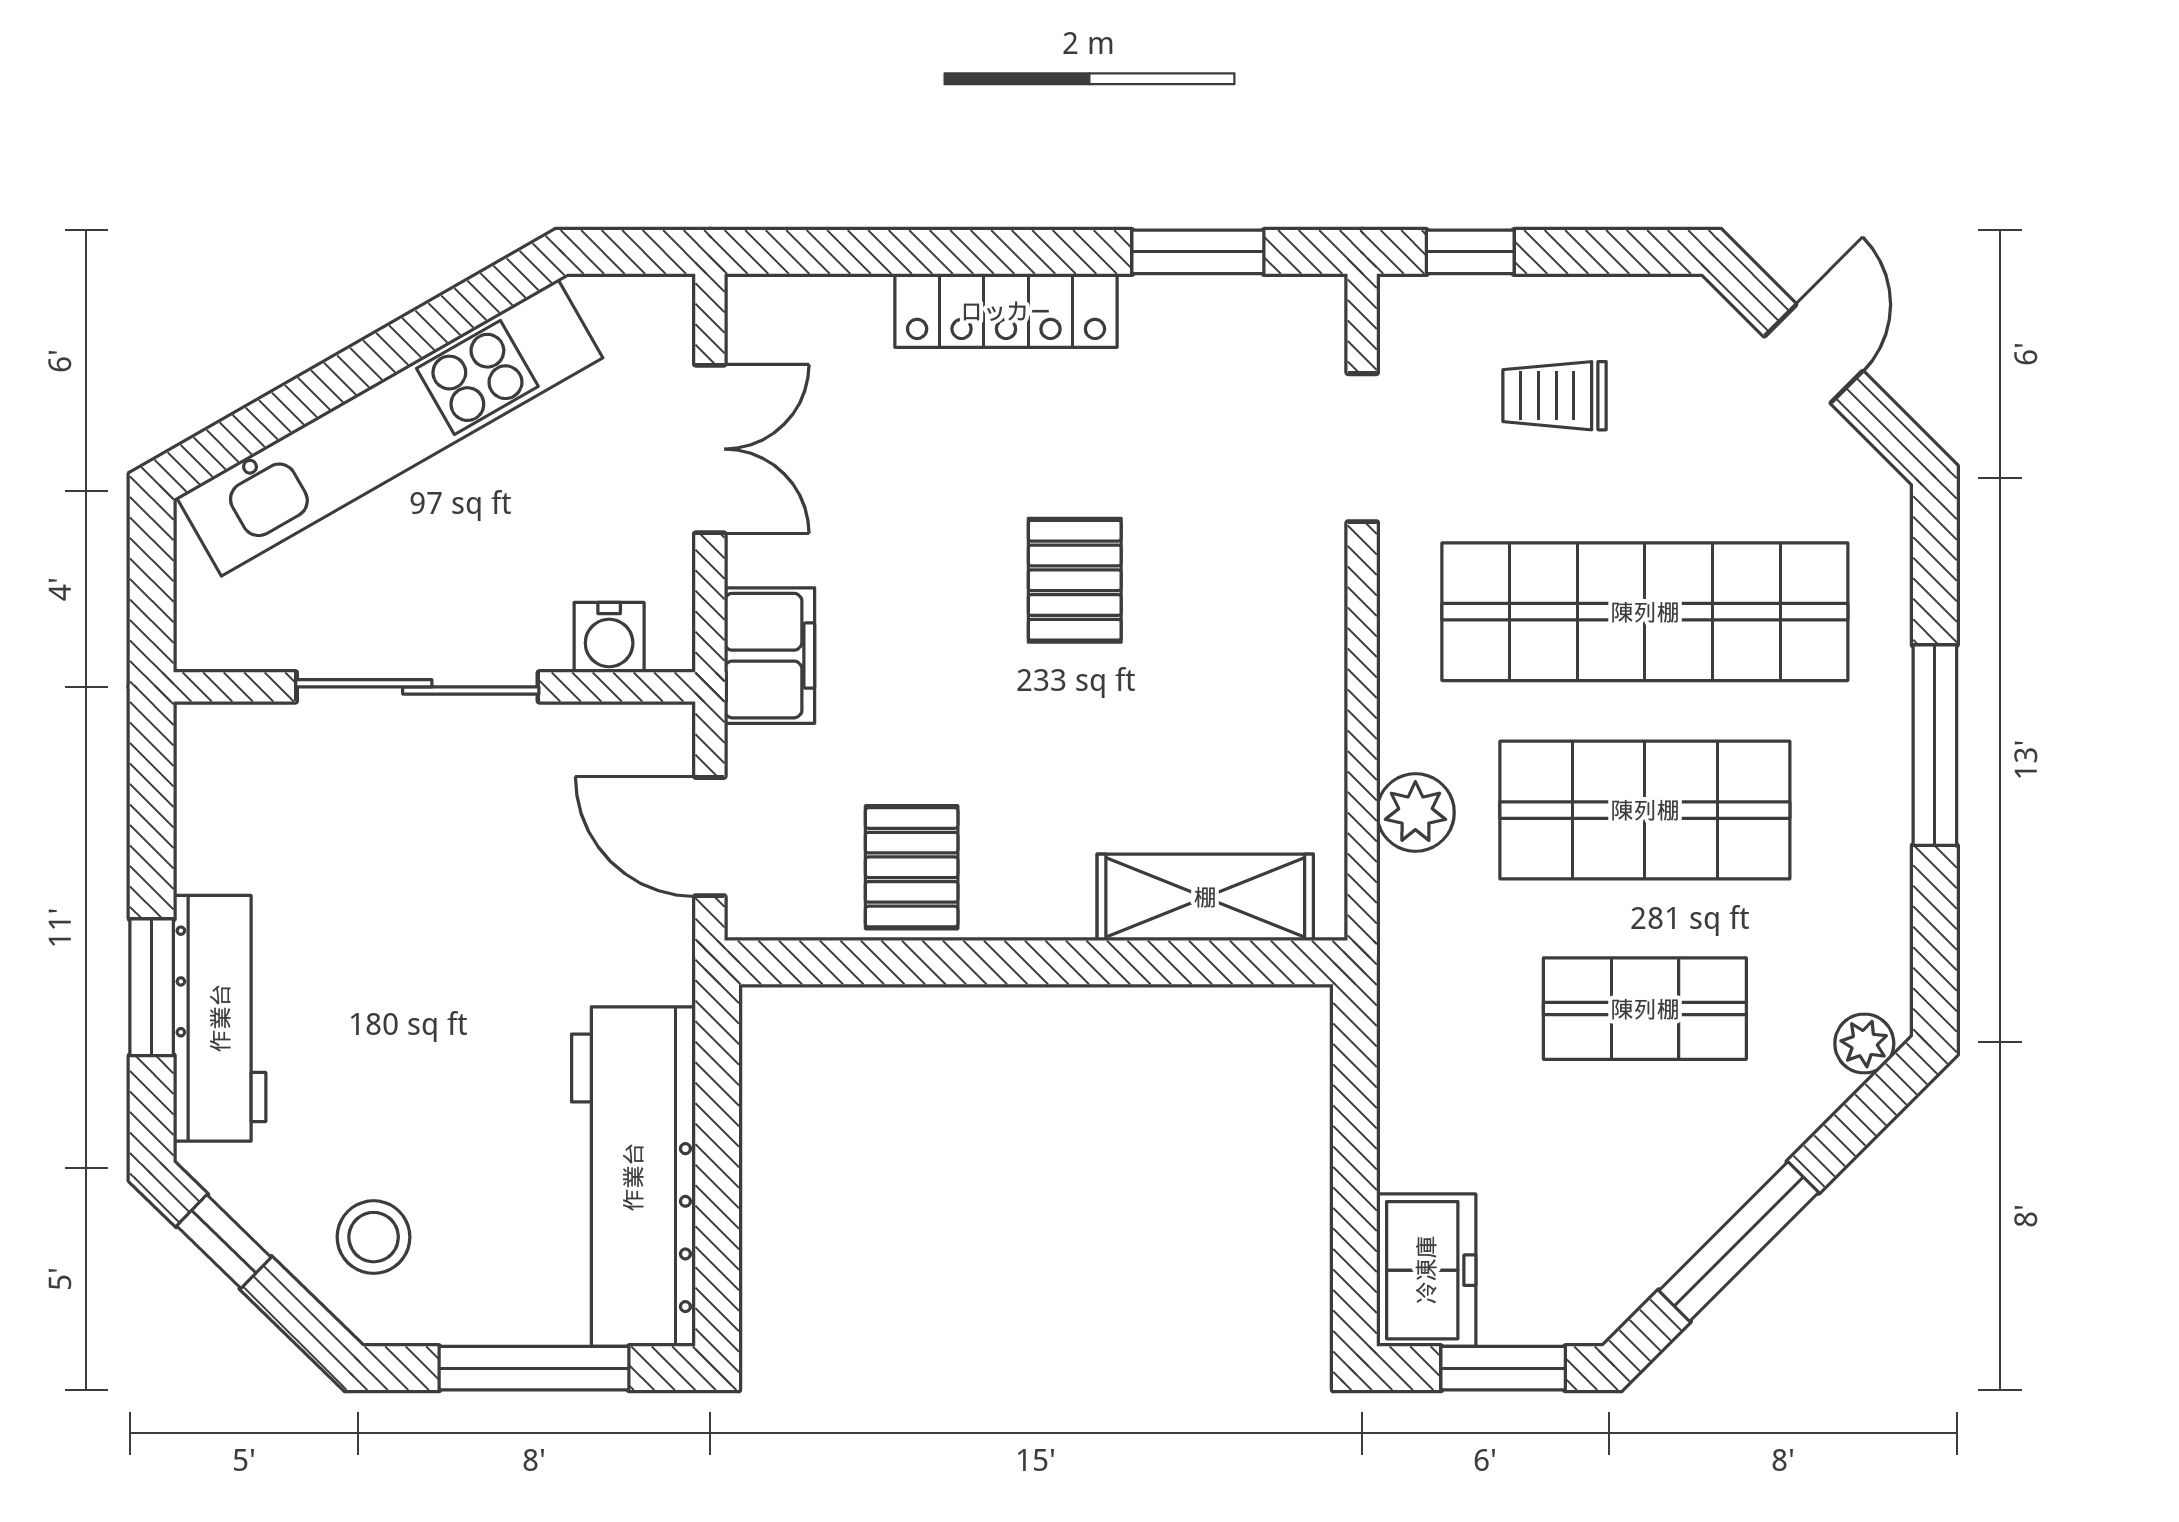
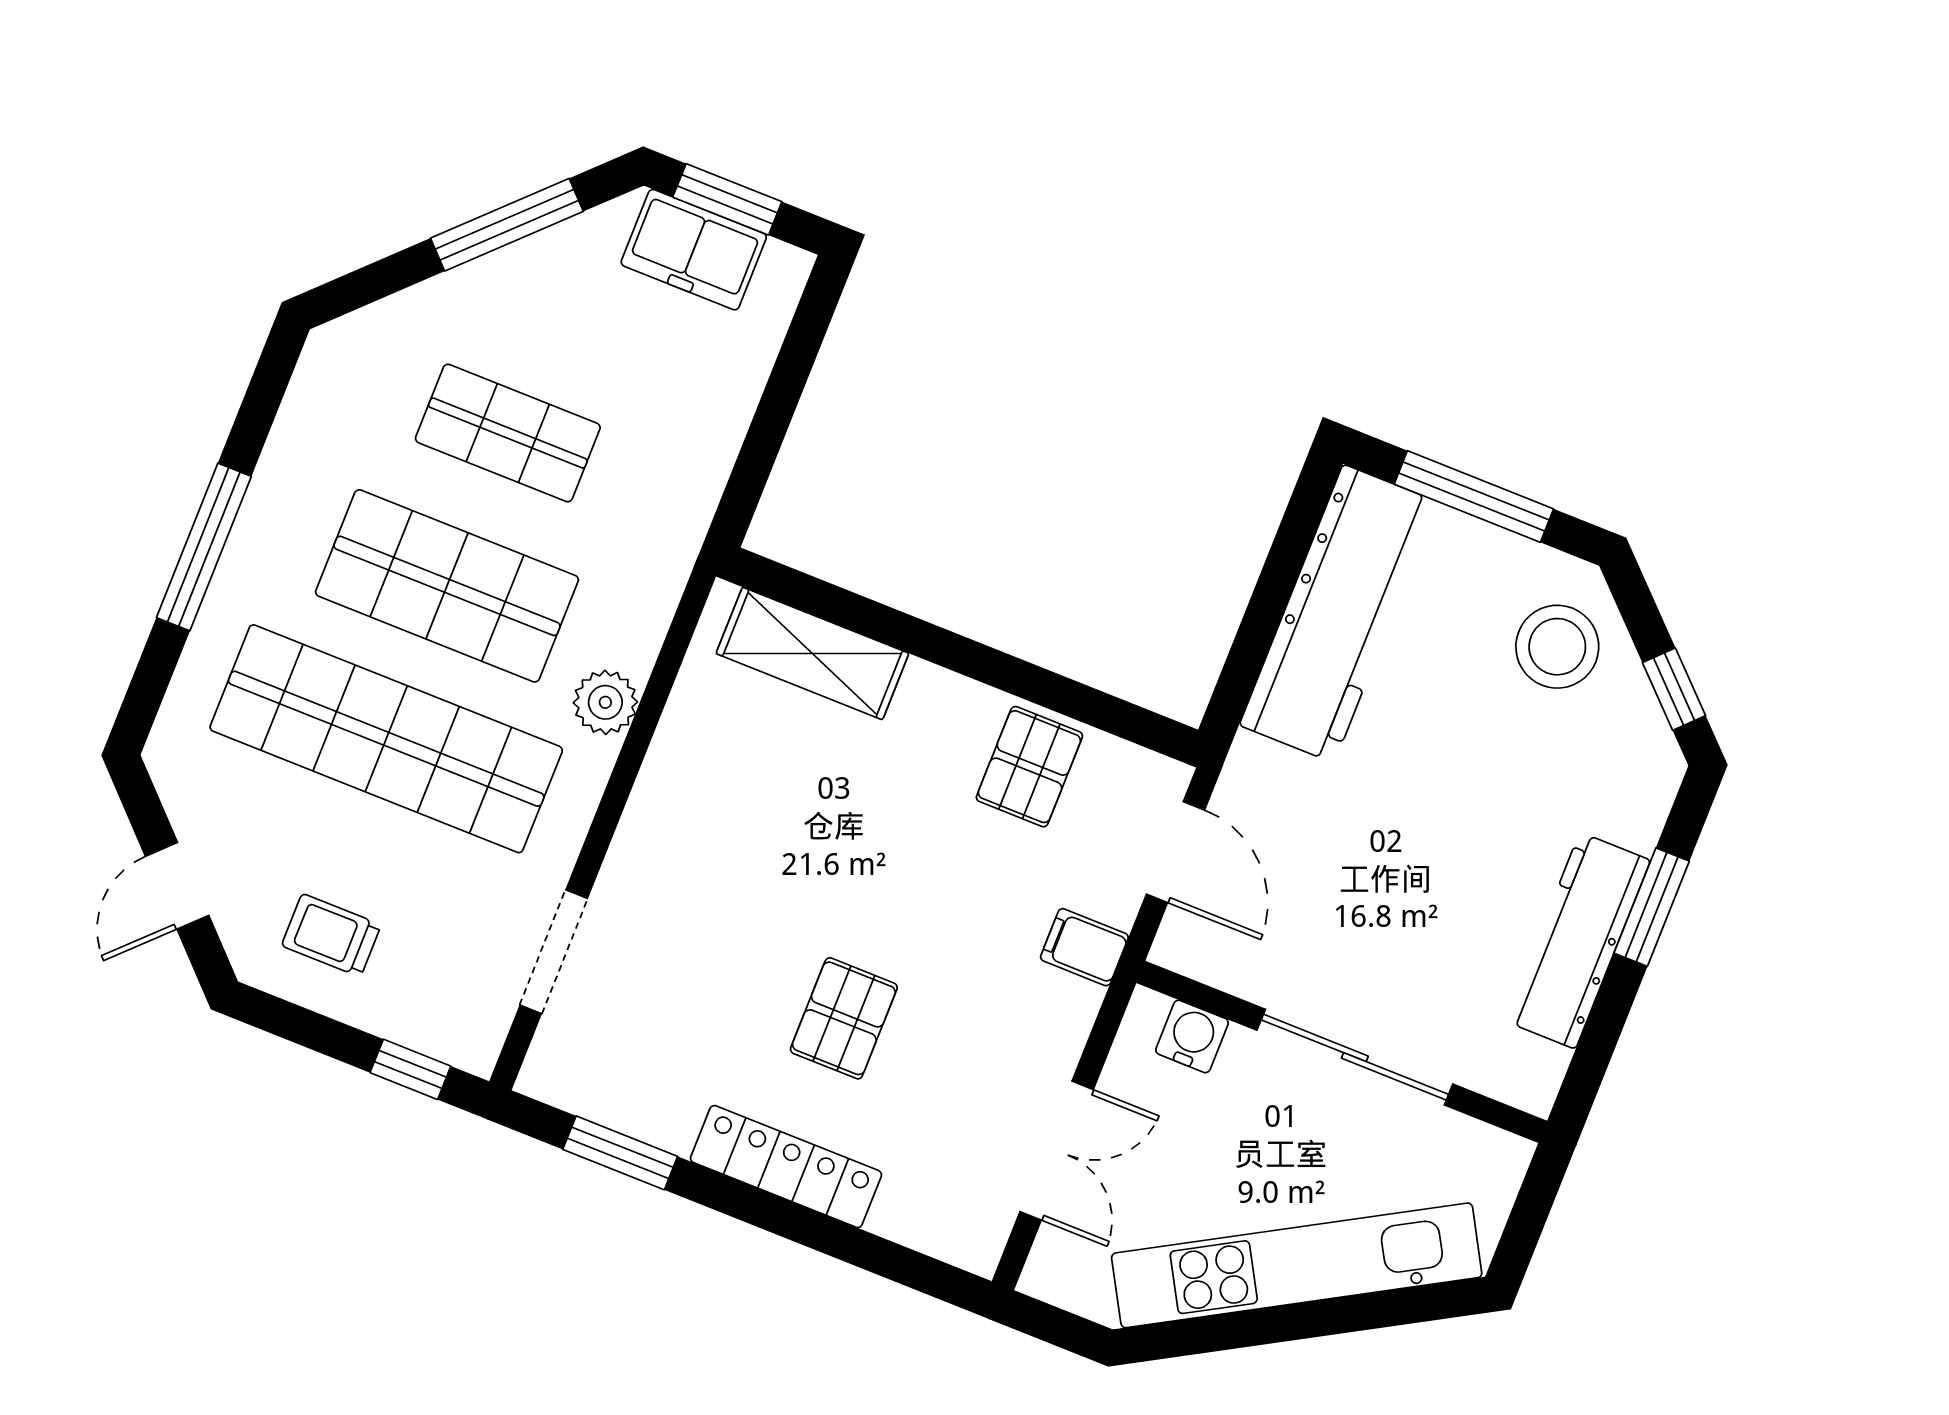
trolley: (1555, 396) -> (331, 935), moved, turned 180
double door: (710, 449) -> (1057, 1151), swing flipped
pallet: (1075, 580) -> (844, 1018), moved
filing cabinet: (769, 656) -> (1084, 947), width x0.50
plant: (1415, 812) -> (605, 702), moved
workbench: (220, 1018) -> (1578, 941), moved
plant: (1864, 1043) -> (350, 339), removed
stool: (374, 1237) -> (1557, 647), width x1.38, depth x1.38
freezer: (1426, 1270) -> (694, 250), moved, turned -90

